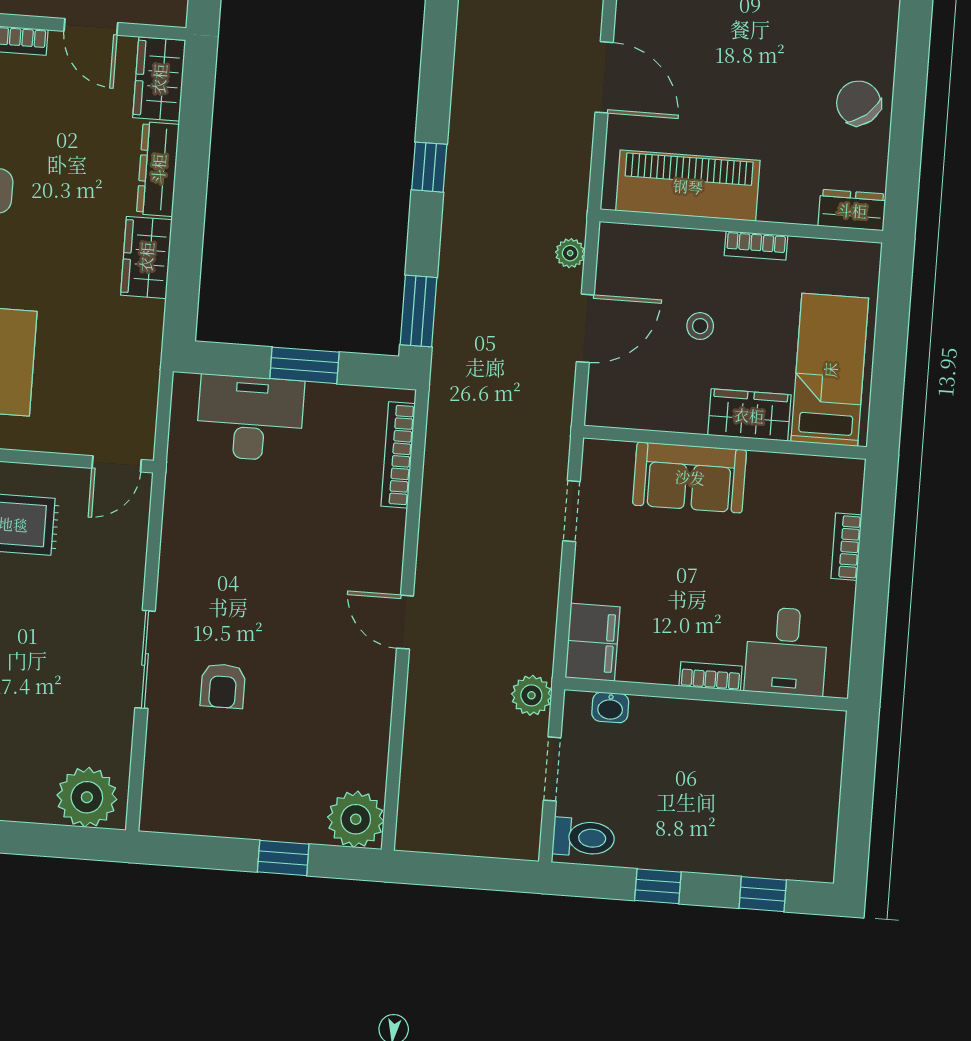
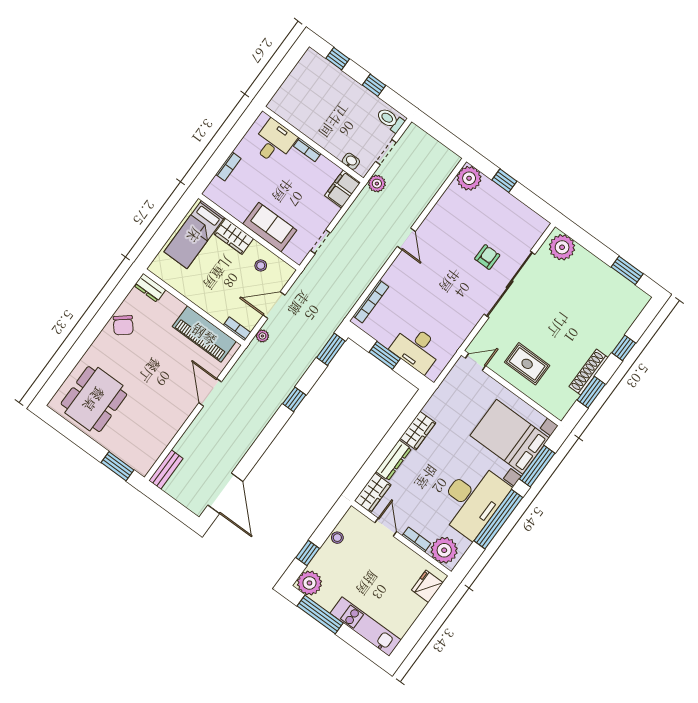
bookcase: (756, 246) -> (237, 329), moved
stool: (700, 326) -> (261, 265), moved
sliding door: (145, 659) -> (510, 284), width x1.86

